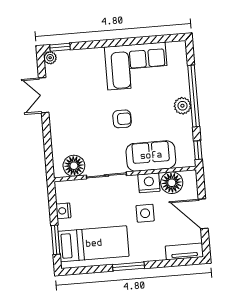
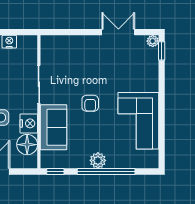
floor lamp: (74, 166) -> (50, 55), removed

